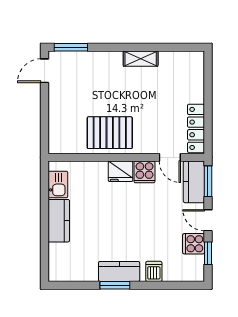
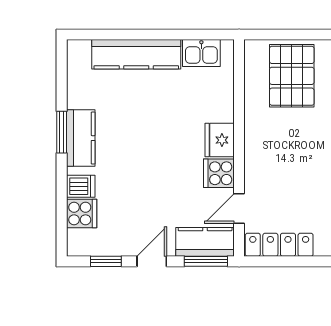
pallet: (110, 133) -> (292, 76), moved
kitchen counter: (59, 221) -> (136, 54), width x1.50
cooker: (194, 244) -> (82, 214), moved, turned 90

